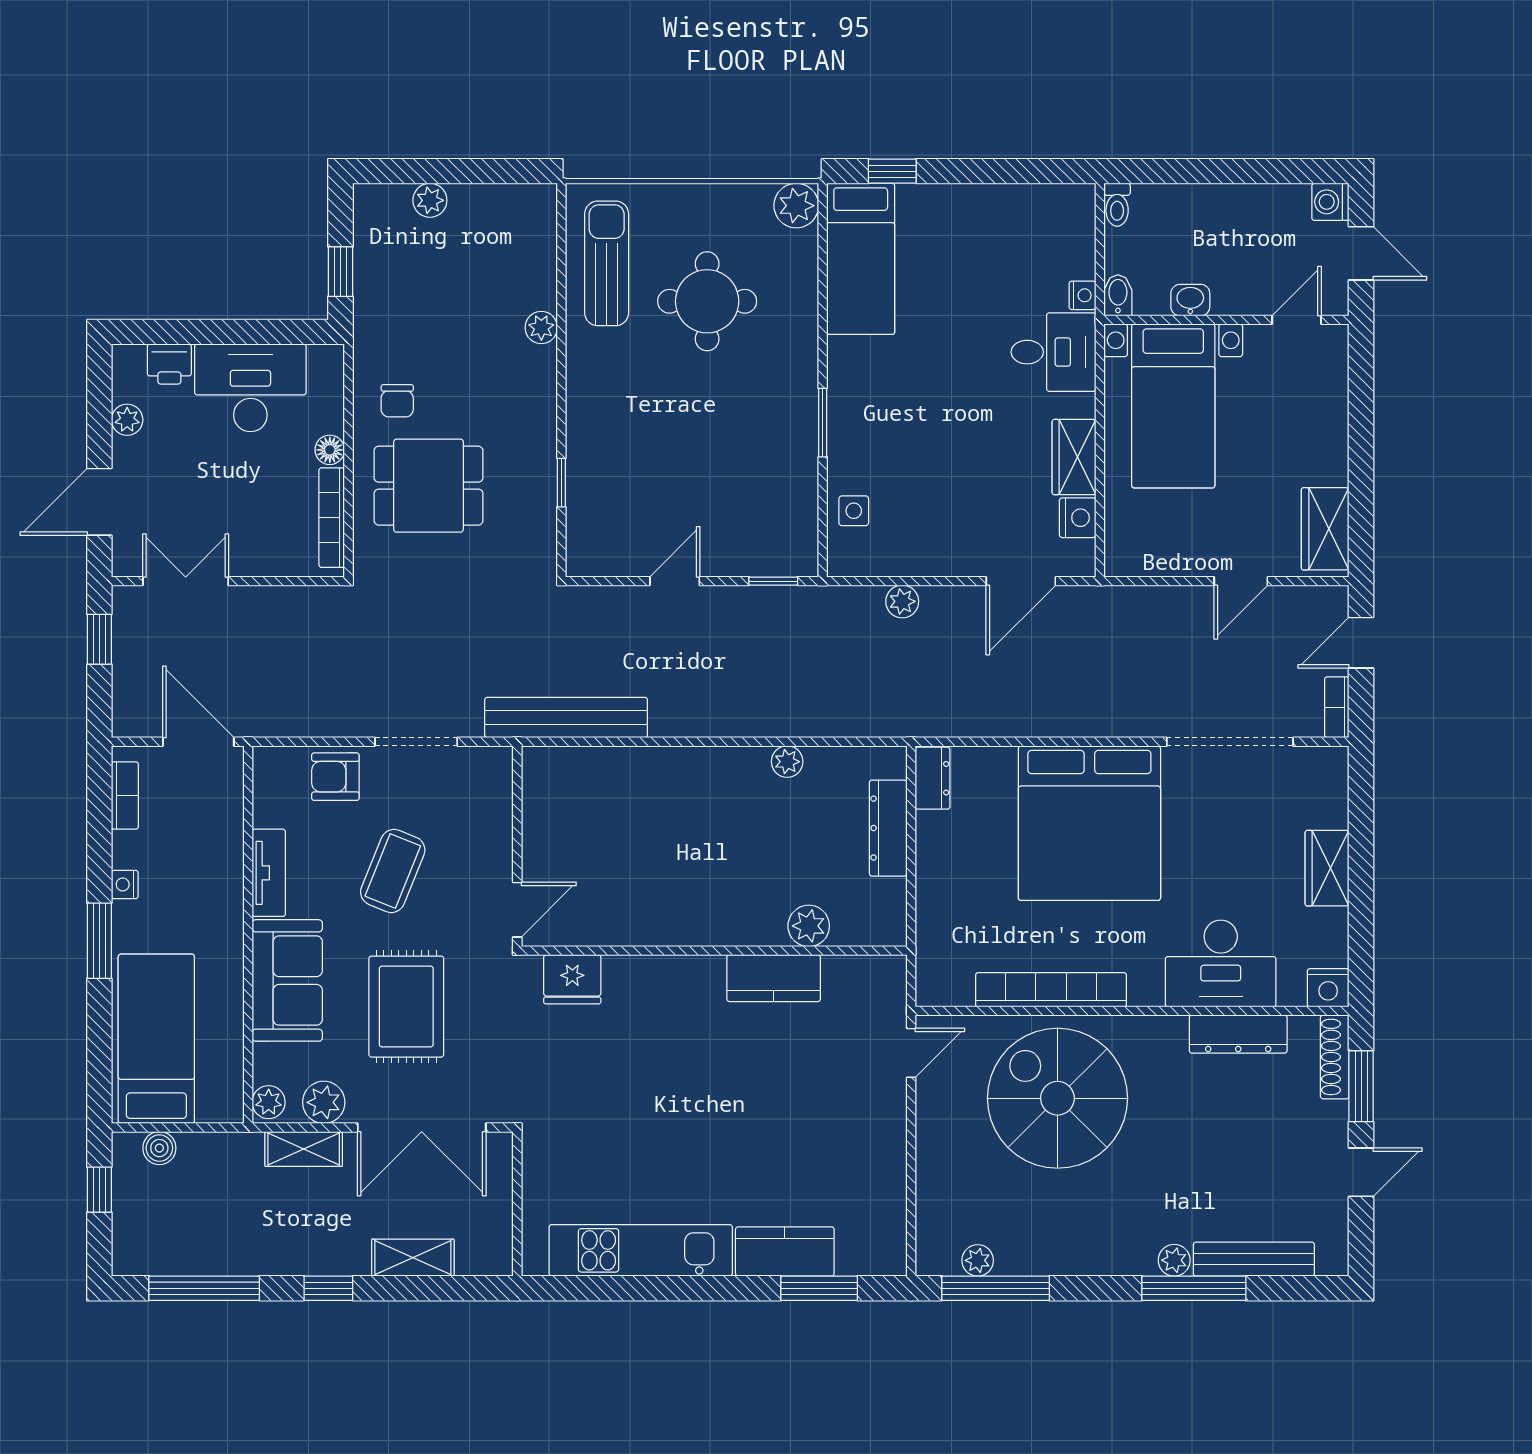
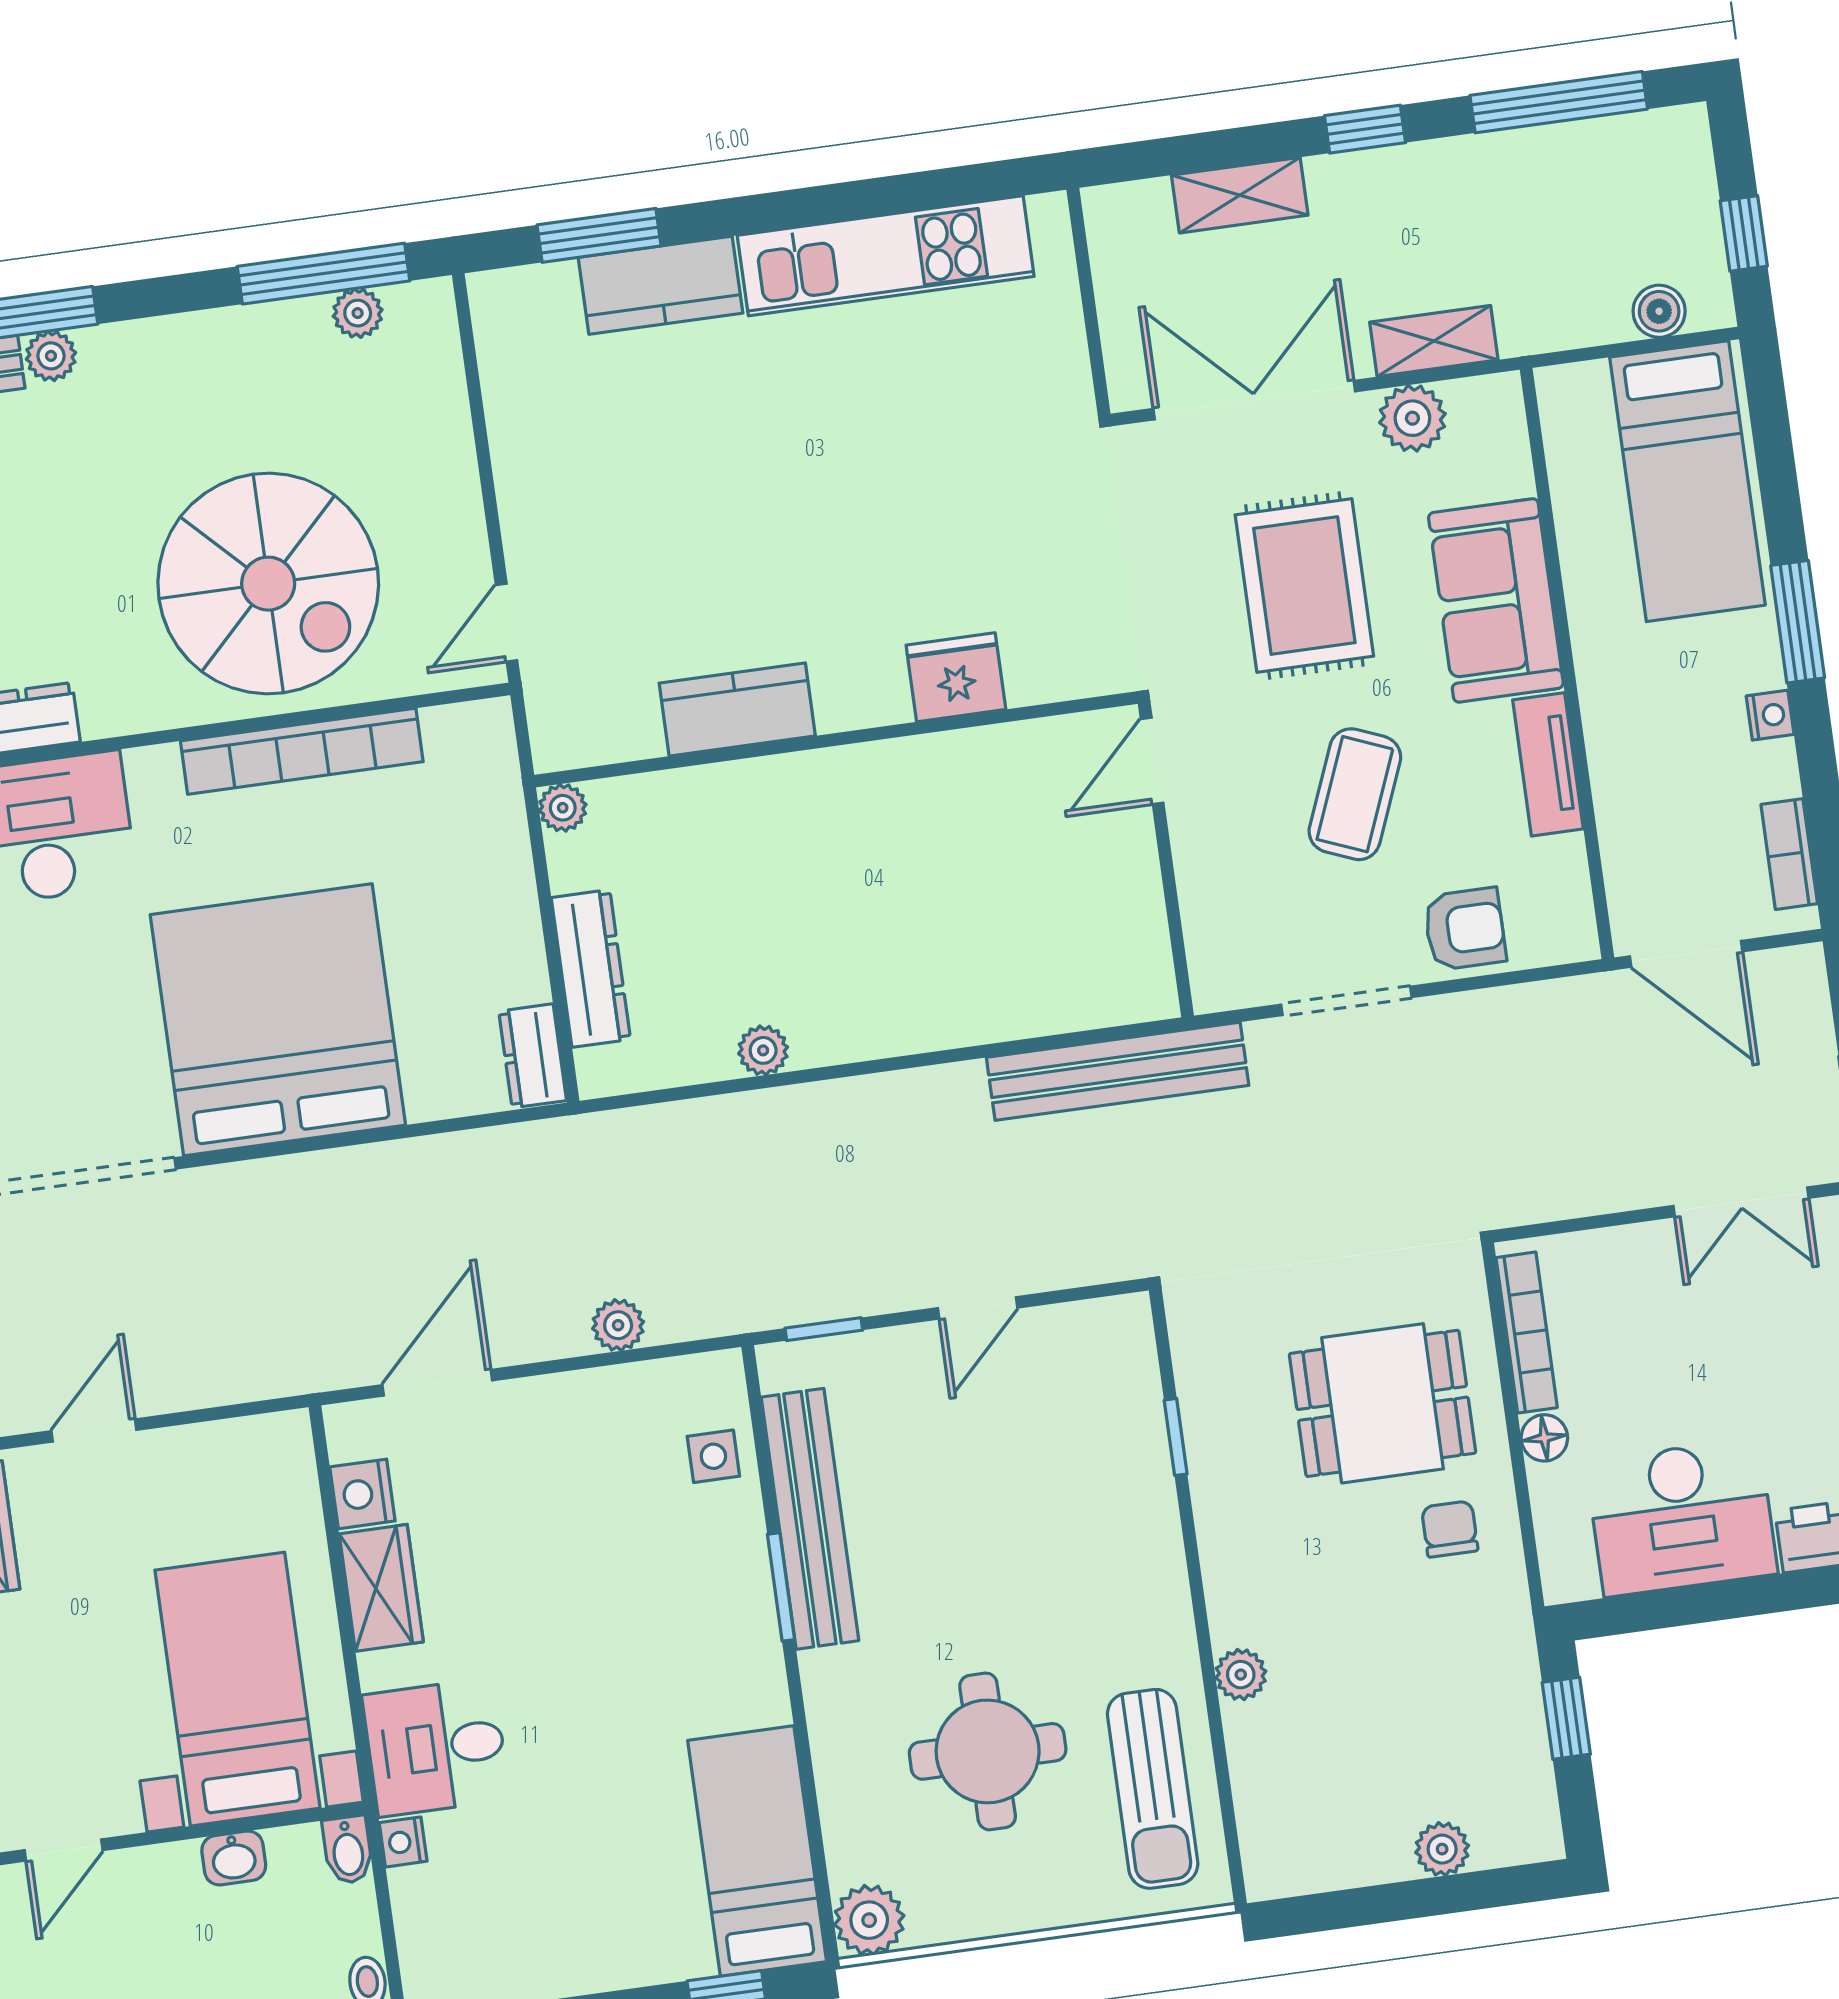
bench: (799, 463) -> (810, 1519), added
plant: (809, 926) -> (563, 808), moved, width x0.73, depth x0.73
fridge: (572, 979) -> (956, 677), moved
plant: (269, 1102) -> (1499, 407), removed

